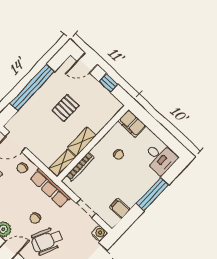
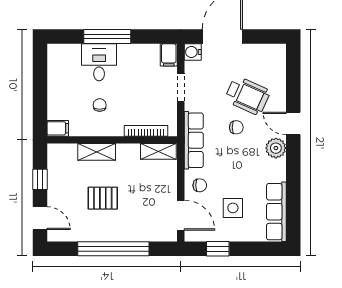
filing cabinet: (132, 123) -> (58, 128), width x0.50
shelving: (82, 142) -> (97, 152), moved
desk: (160, 158) -> (99, 62), moved
filing cabinet: (120, 208) -> (169, 55), moved

